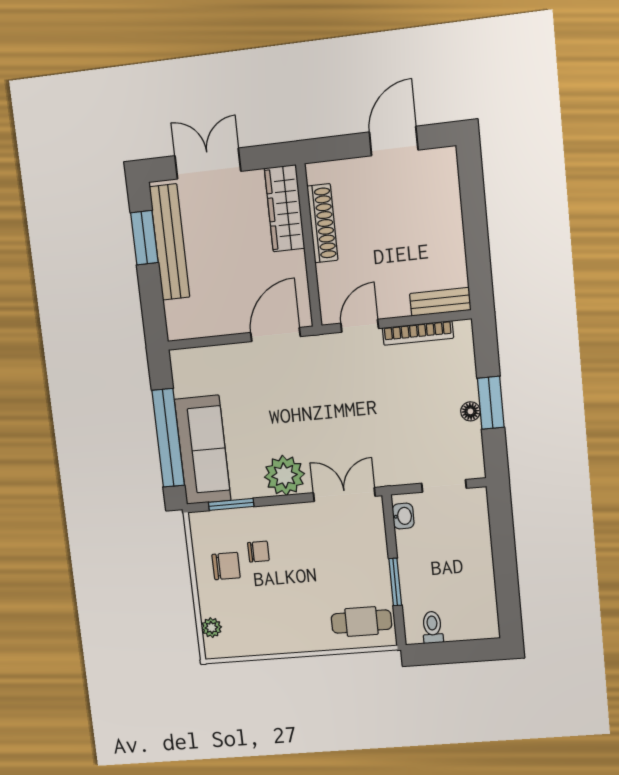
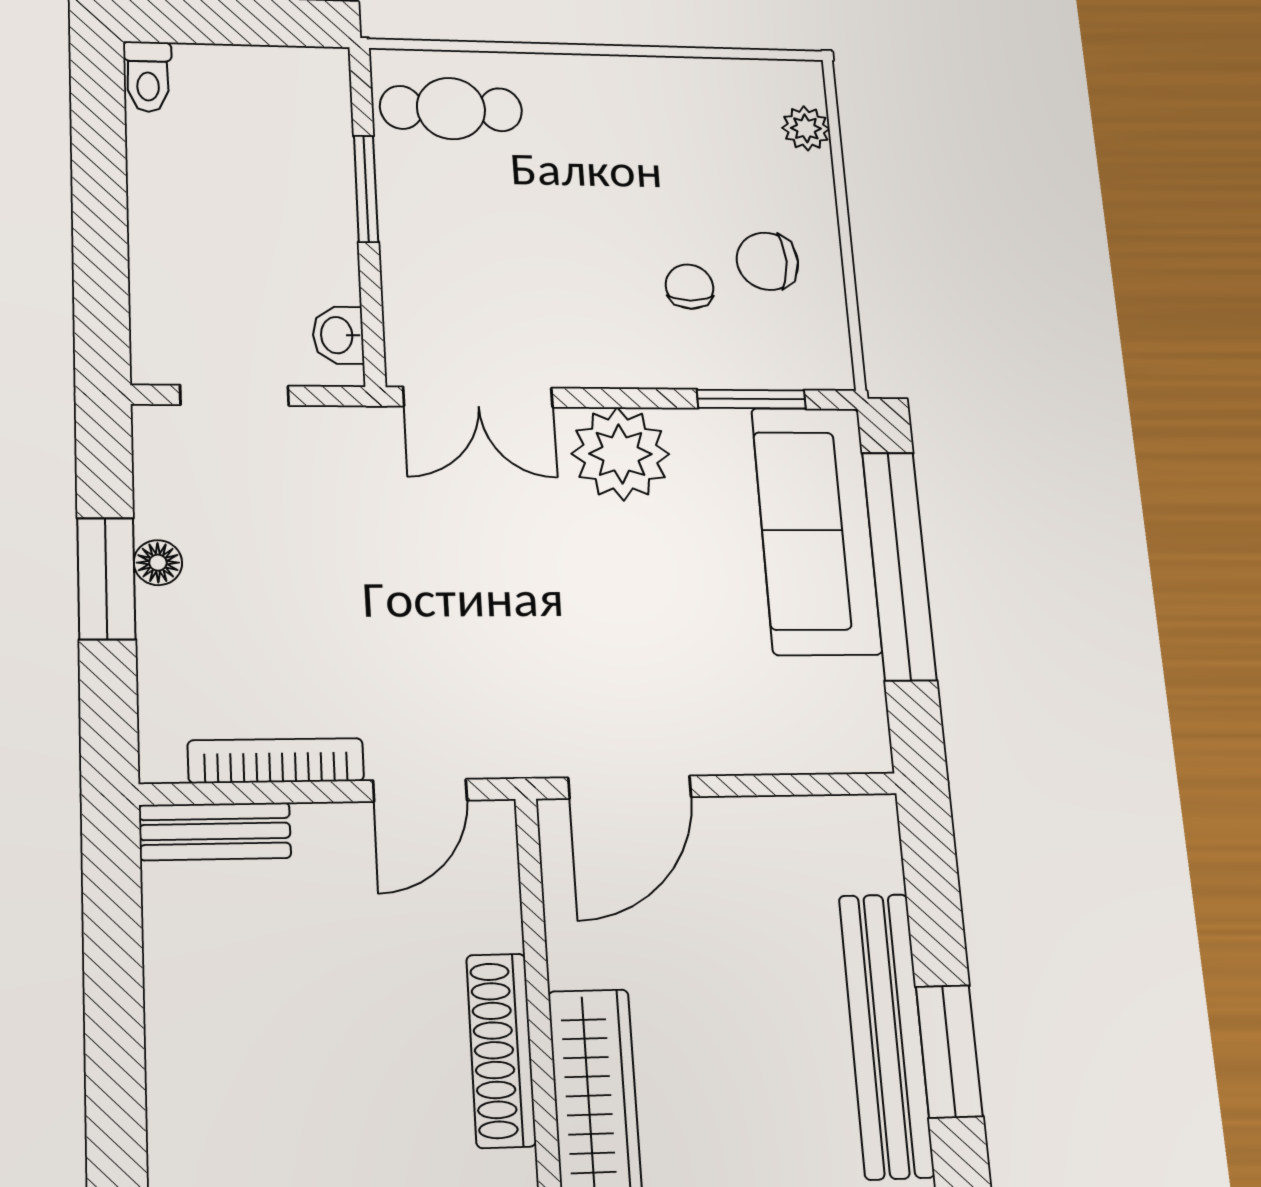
chair: (258, 552) -> (689, 287), turned 90
toilet: (432, 627) -> (148, 77), moved

